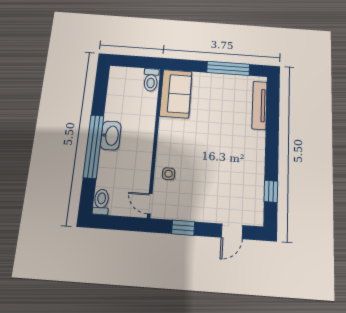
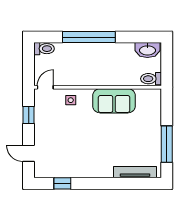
sofa: (176, 94) -> (114, 101), moved
washbasin: (111, 136) -> (147, 50), moved

